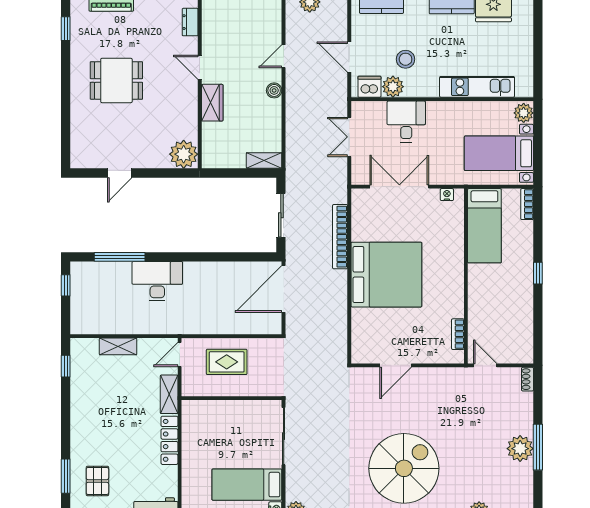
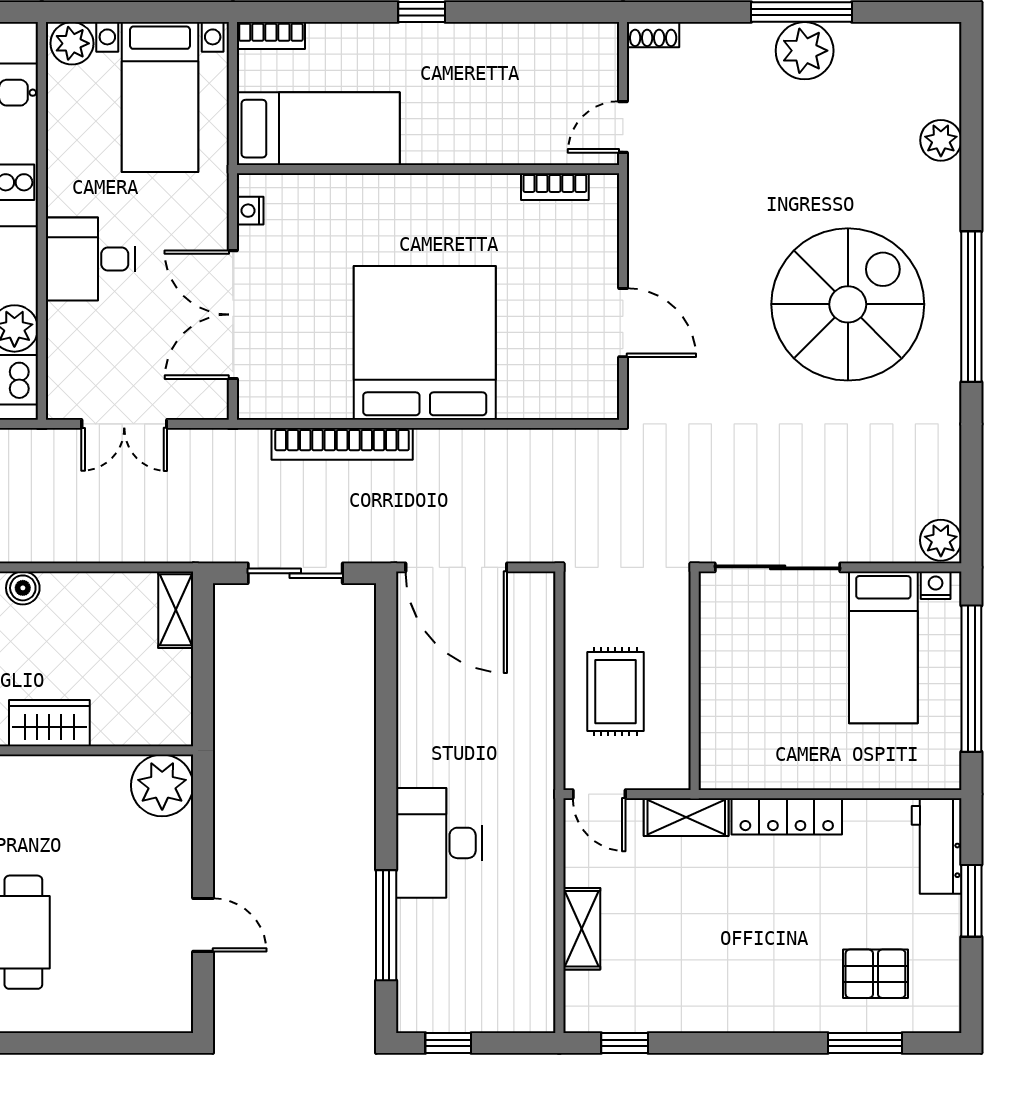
desk: (406, 122) -> (91, 259), moved
spiral stairs: (404, 468) -> (848, 304), turned 90

